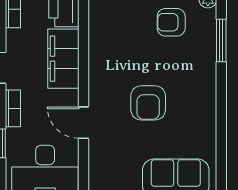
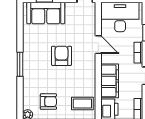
coffee table: (111, 19) -> (82, 103), added
window: (221, 41) -> (20, 64), moved

